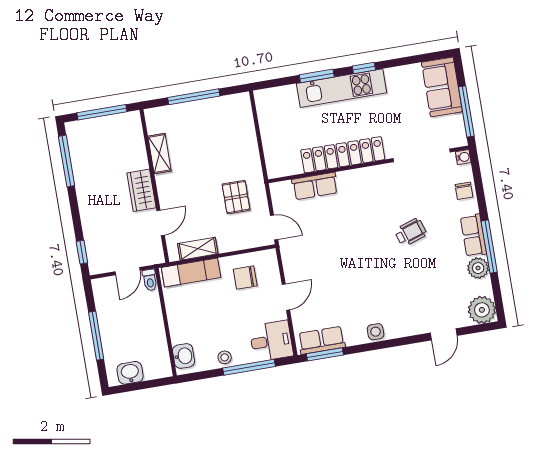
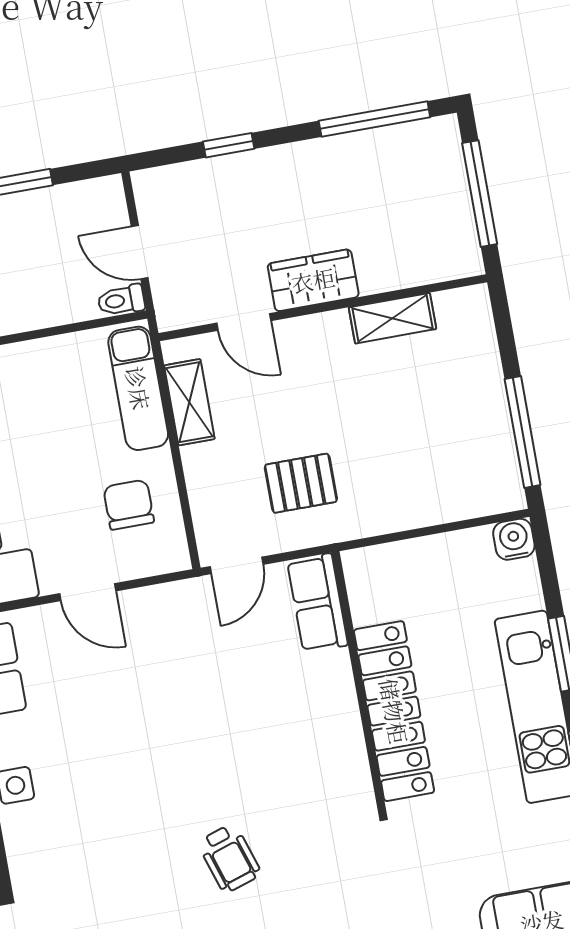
window: (194, 97) -> (523, 432), moved
water cooler: (263, 98) -> (514, 539), added
row of seats: (315, 186) -> (317, 603), moved
window: (82, 252) -> (229, 145), moved

